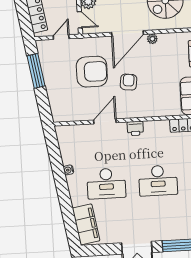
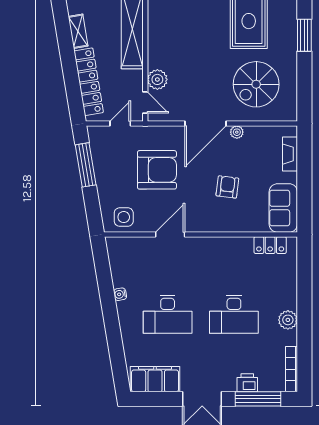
armchair: (128, 82) -> (227, 187), moved
side table: (68, 110) -> (124, 217), added
printer: (135, 128) -> (247, 383), moved, turned 180
filing cabinet: (86, 224) -> (155, 379), moved, turned -81

